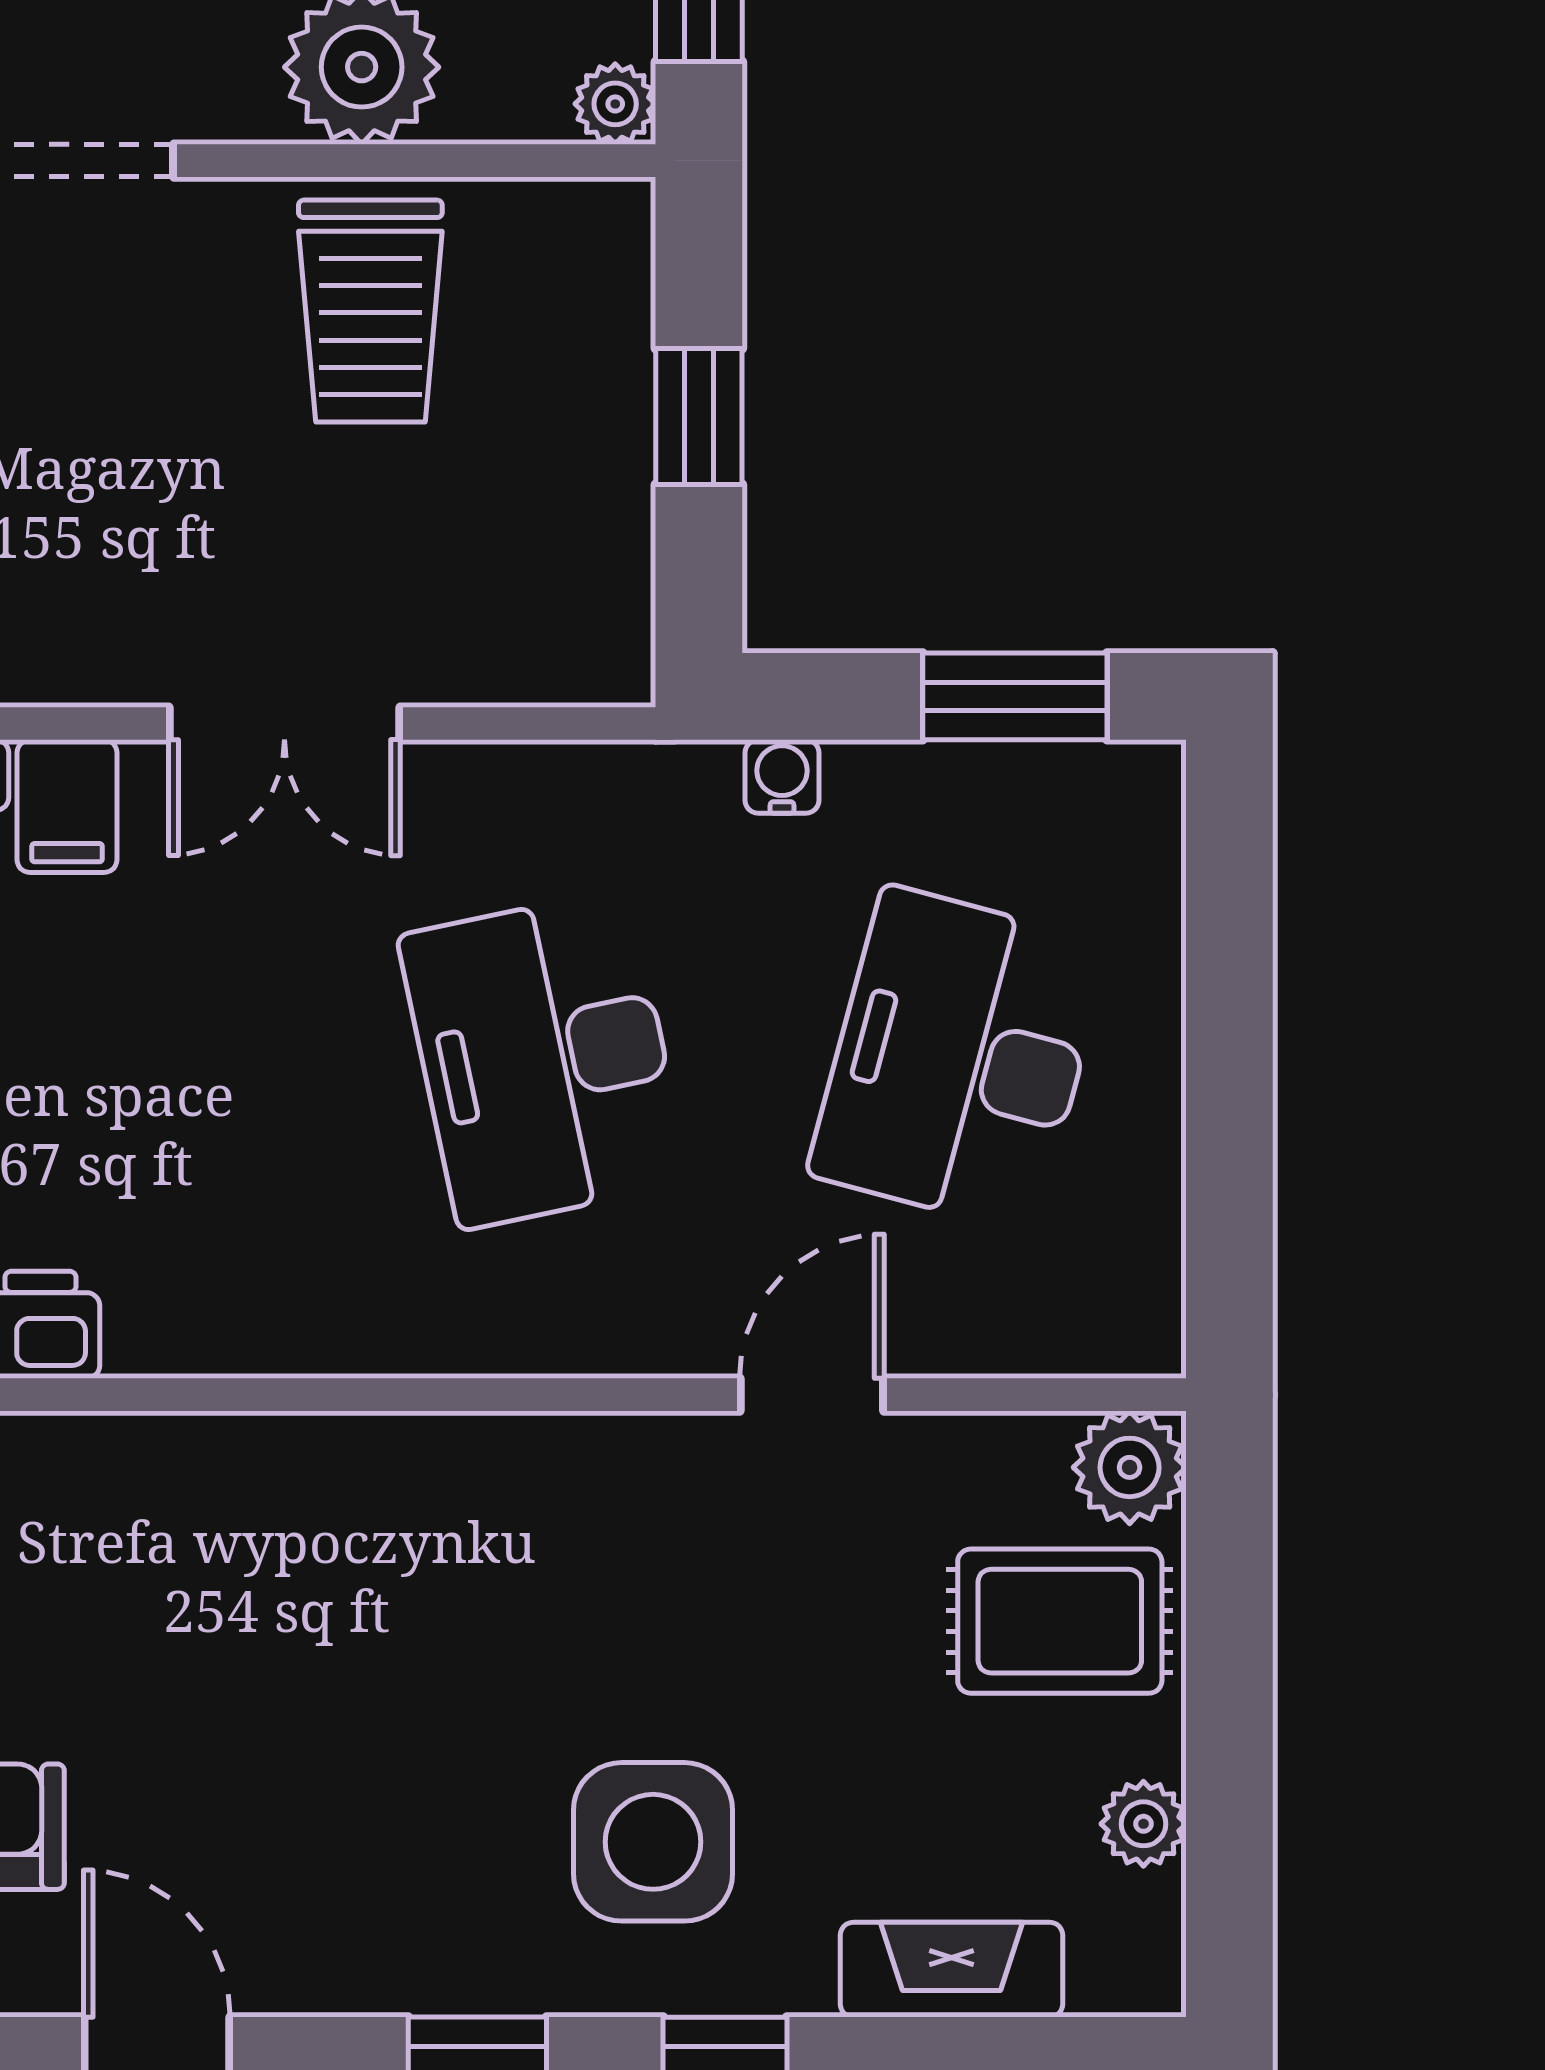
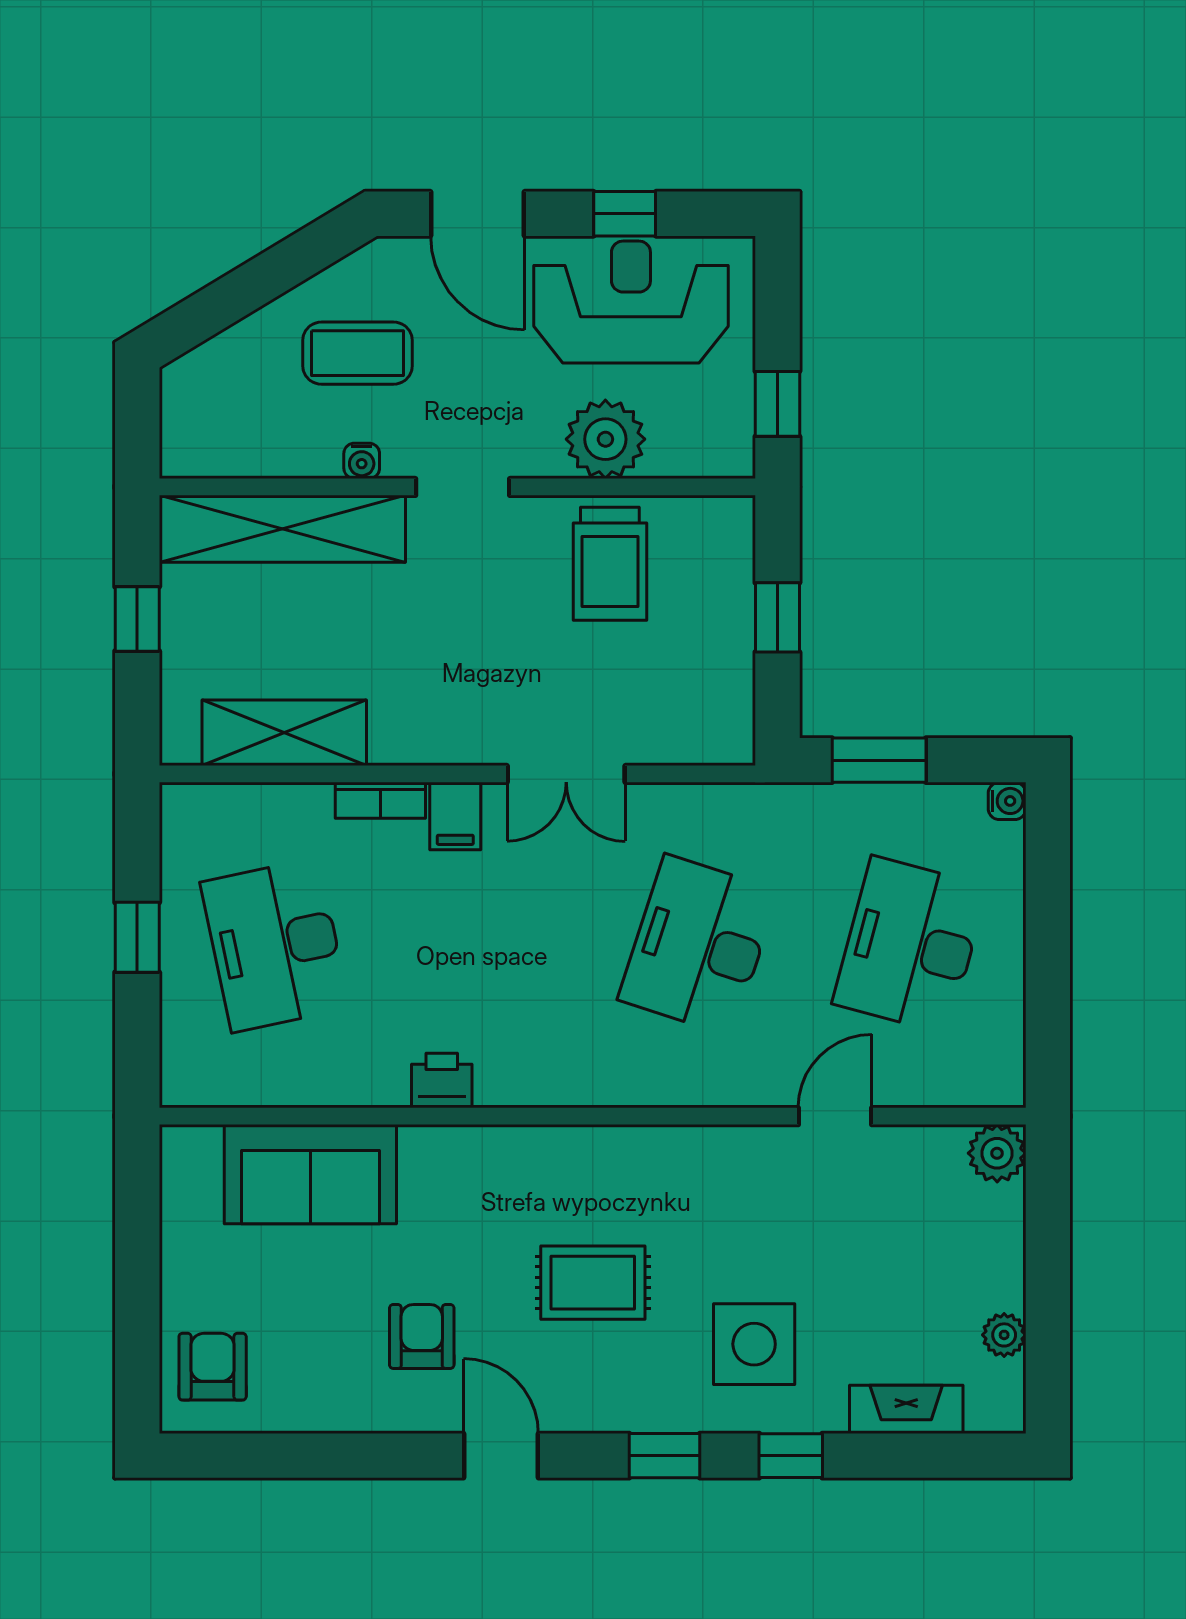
plant: (615, 104) -> (735, 458), removed
window: (1015, 696) -> (879, 760), moved
water cooler: (782, 777) -> (1007, 801), moved, turned 90
desk: (544, 1059) -> (698, 945), turned 30
rug: (1060, 1621) -> (593, 1283), moved

